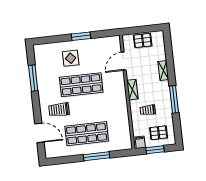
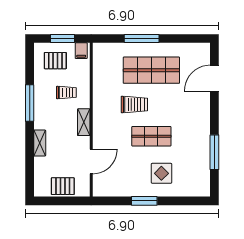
shop shelf: (81, 85) -> (151, 136), width x0.70, depth x0.74
trolley: (59, 110) -> (134, 104), moved
door: (39, 133) -> (214, 78), hinge flipped

